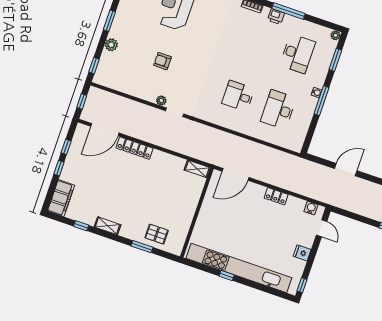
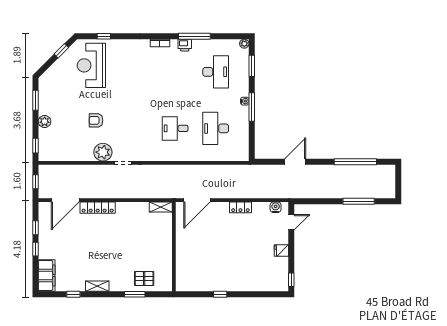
plant: (161, 101) -> (103, 152), width x1.88, depth x1.88
door: (322, 228) -> (291, 222), hinge flipped
kitchen unit: (239, 268) -> (229, 284), removed

